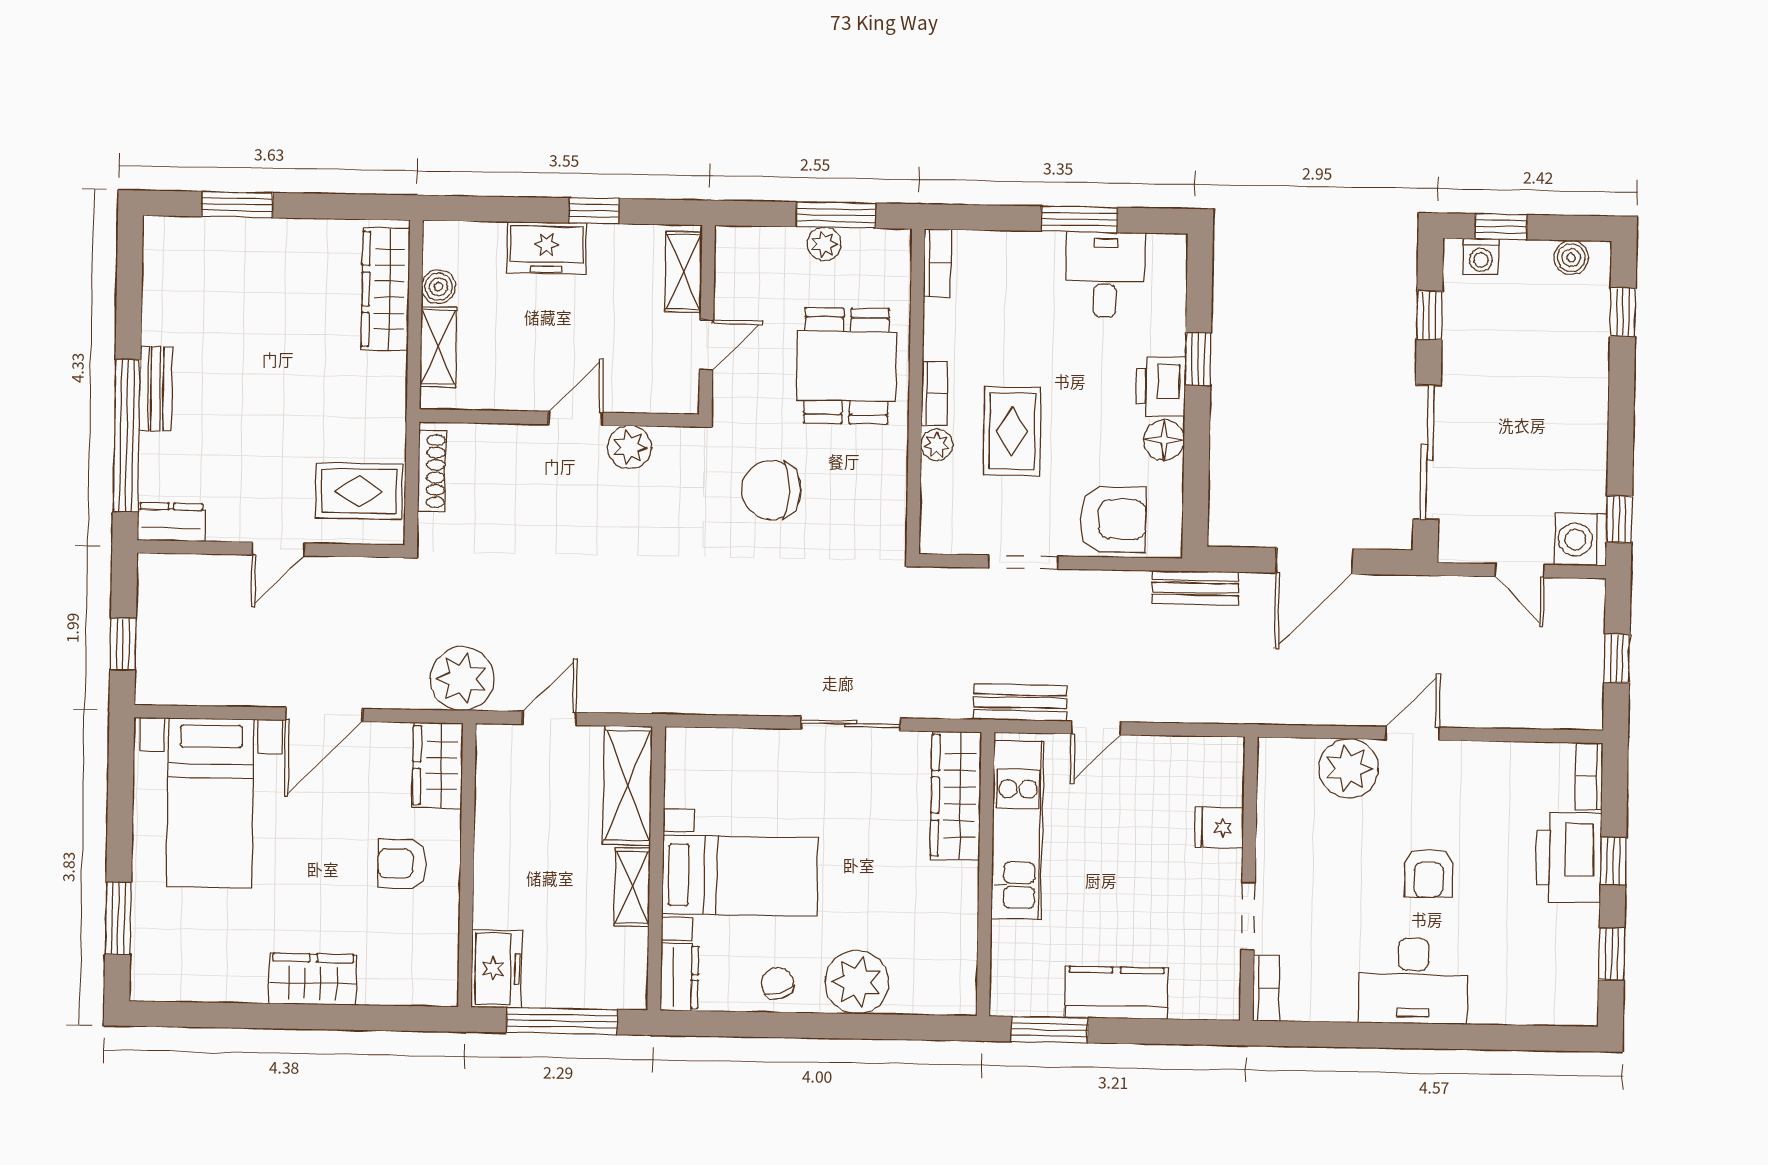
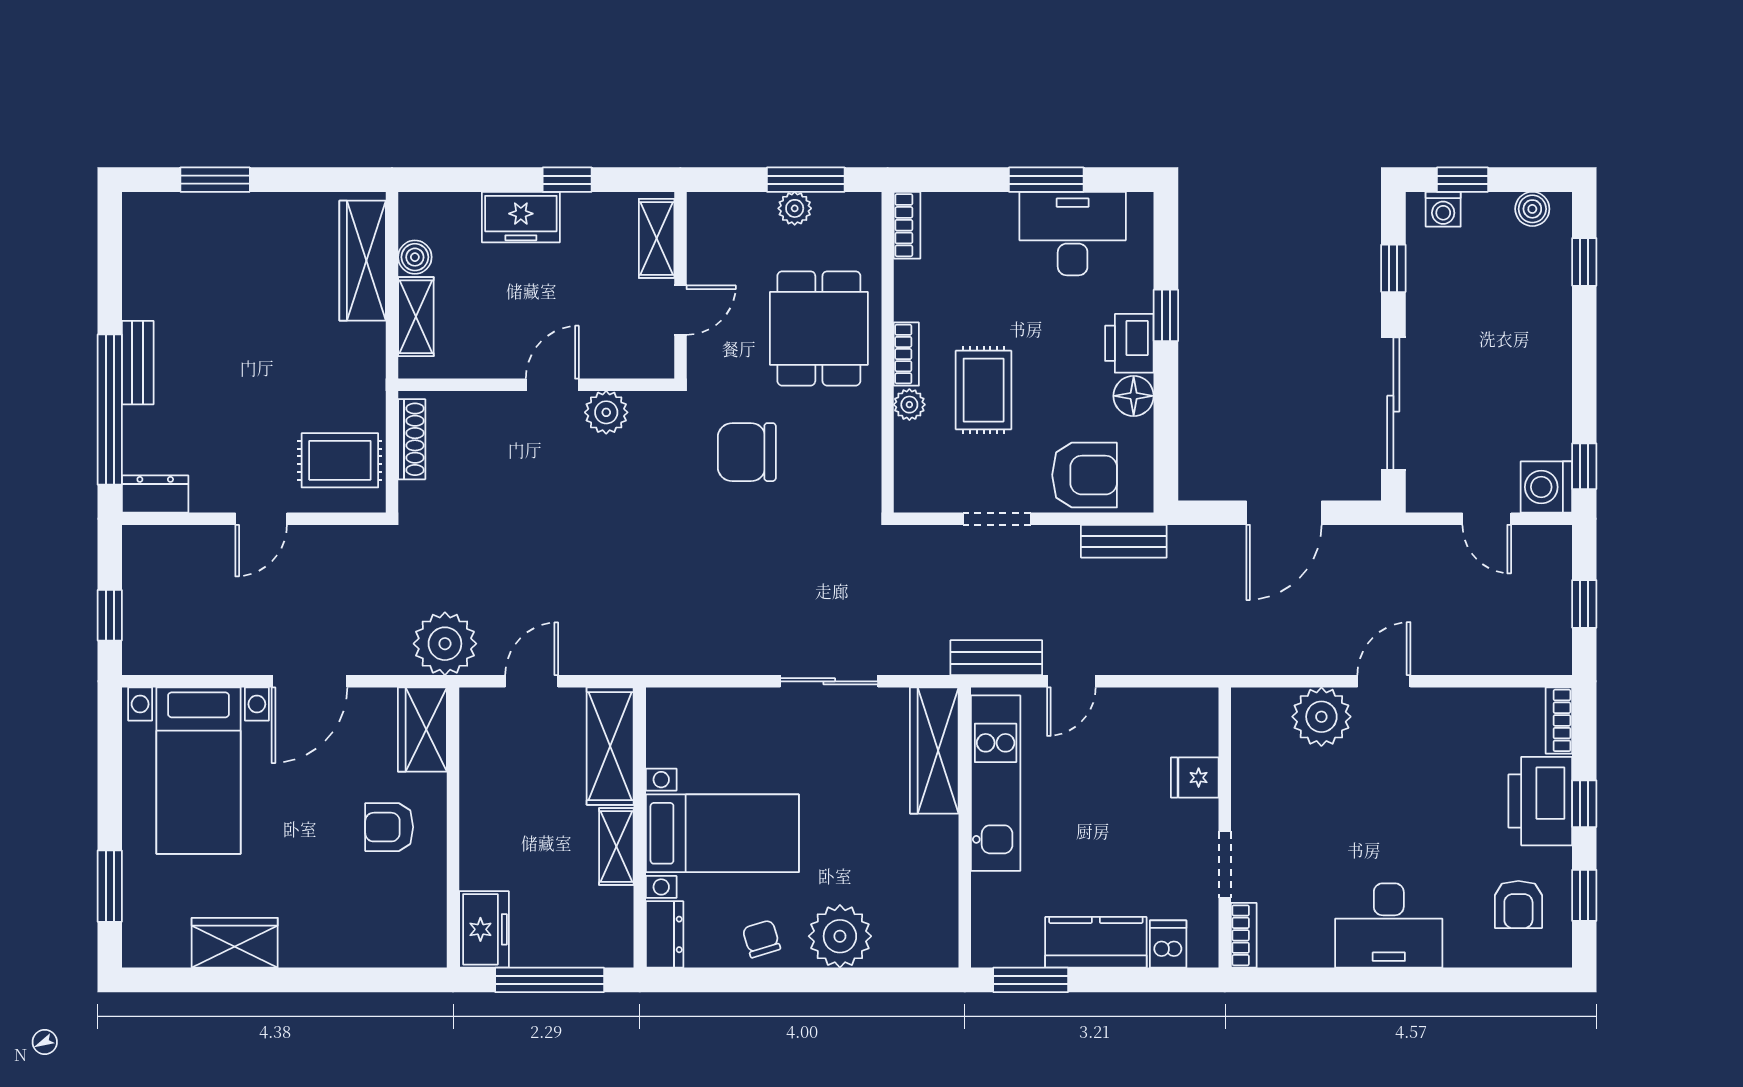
desk: (1105, 274) -> (1073, 234), width x1.37
bench: (1195, 588) -> (1124, 541), moved
armchair: (1429, 873) -> (1518, 905), moved
wardrobe: (313, 979) -> (235, 943), moved
dishwasher: (1189, 996) -> (1168, 944), added

